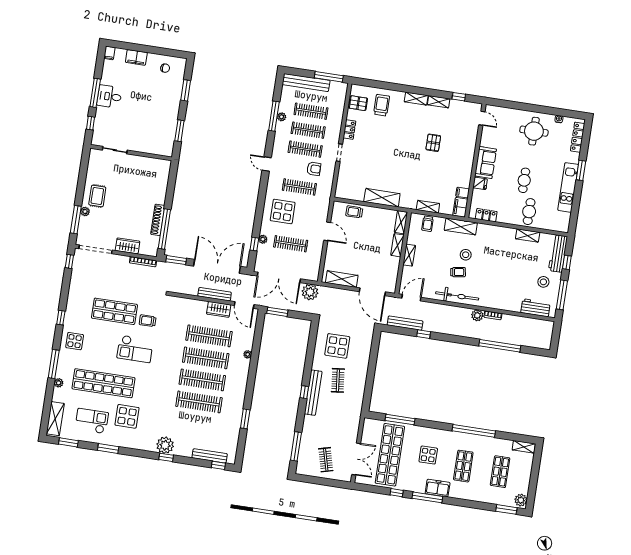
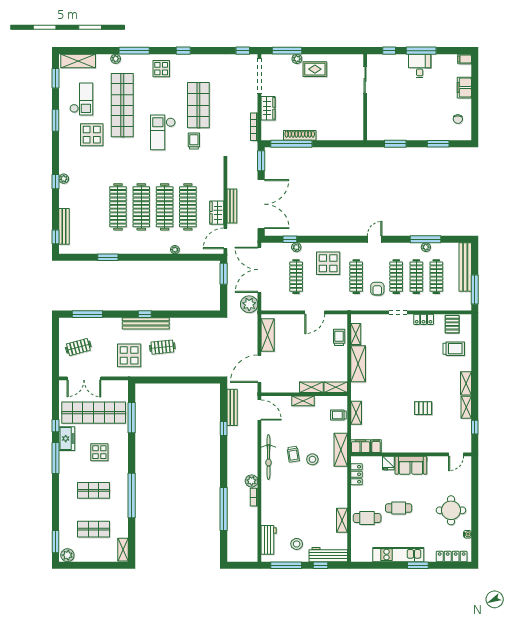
shelving: (353, 196) -> (356, 334), added
display table: (337, 346) -> (129, 355), moved
plant: (165, 445) -> (64, 179), width x0.53, depth x0.53
freezer: (438, 488) -> (67, 439), moved

